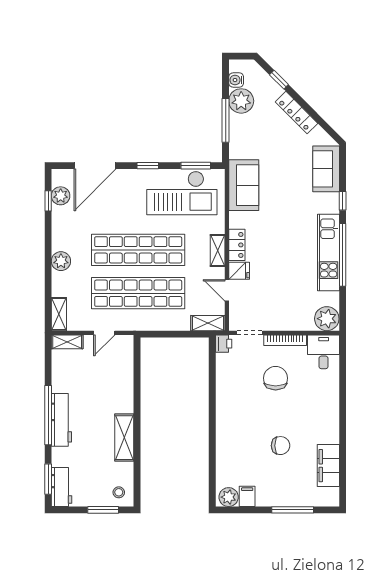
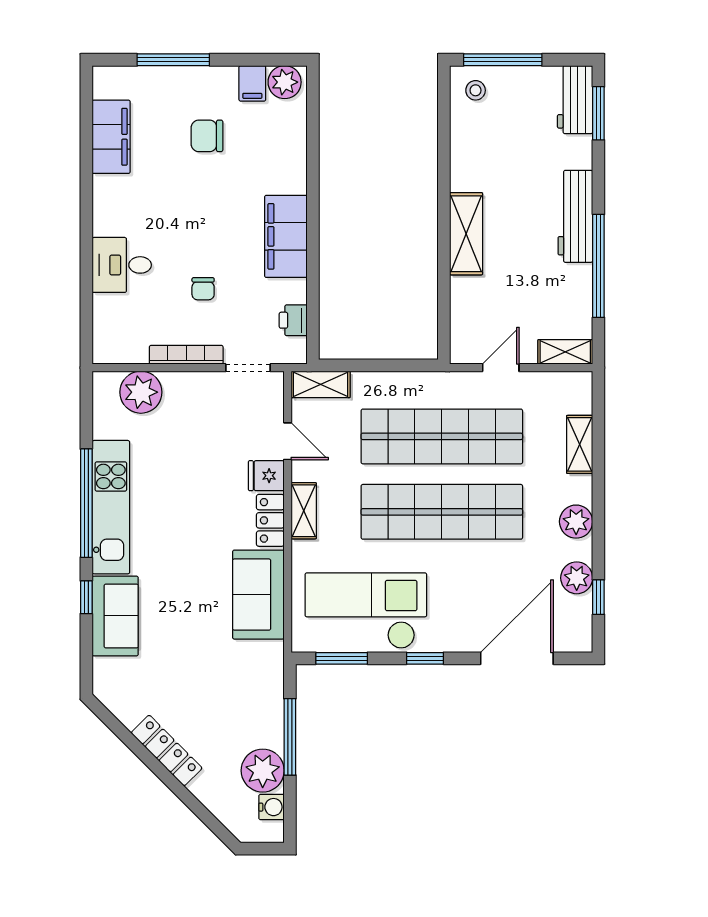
window: (279, 80) -> (197, 808), removed
sofa: (326, 169) -> (115, 616), moved
sofa: (244, 185) -> (258, 595), moved
plant: (61, 196) -> (577, 578), moved
plant: (61, 261) -> (576, 522), moved
shelving: (59, 314) -> (580, 444), moved
plant: (327, 319) -> (141, 392), moved
printer: (224, 344) -> (293, 320), moved
desk: (324, 352) -> (122, 265), moved, turned 90
chair: (276, 378) -> (203, 289), width x0.54, depth x0.54
filing cabinet: (228, 408) -> (286, 236), added
window: (48, 415) -> (598, 266), moved
shelving: (124, 438) -> (466, 234), moved
chair: (281, 446) -> (207, 136), moved
window: (103, 510) -> (503, 60), width x1.44

